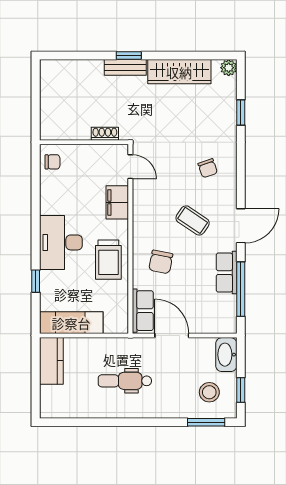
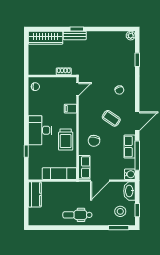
wardrobe: (179, 72) -> (45, 38), moved
door: (130, 167) -> (78, 89), hinge flipped
filing cabinet: (117, 202) -> (70, 109), width x0.50
exam couch: (71, 323) -> (59, 174), moved
water cooler: (227, 324) -> (130, 174), added
door: (172, 336) -> (100, 181), swing flipped
dental chair: (125, 381) -> (77, 215), moved

